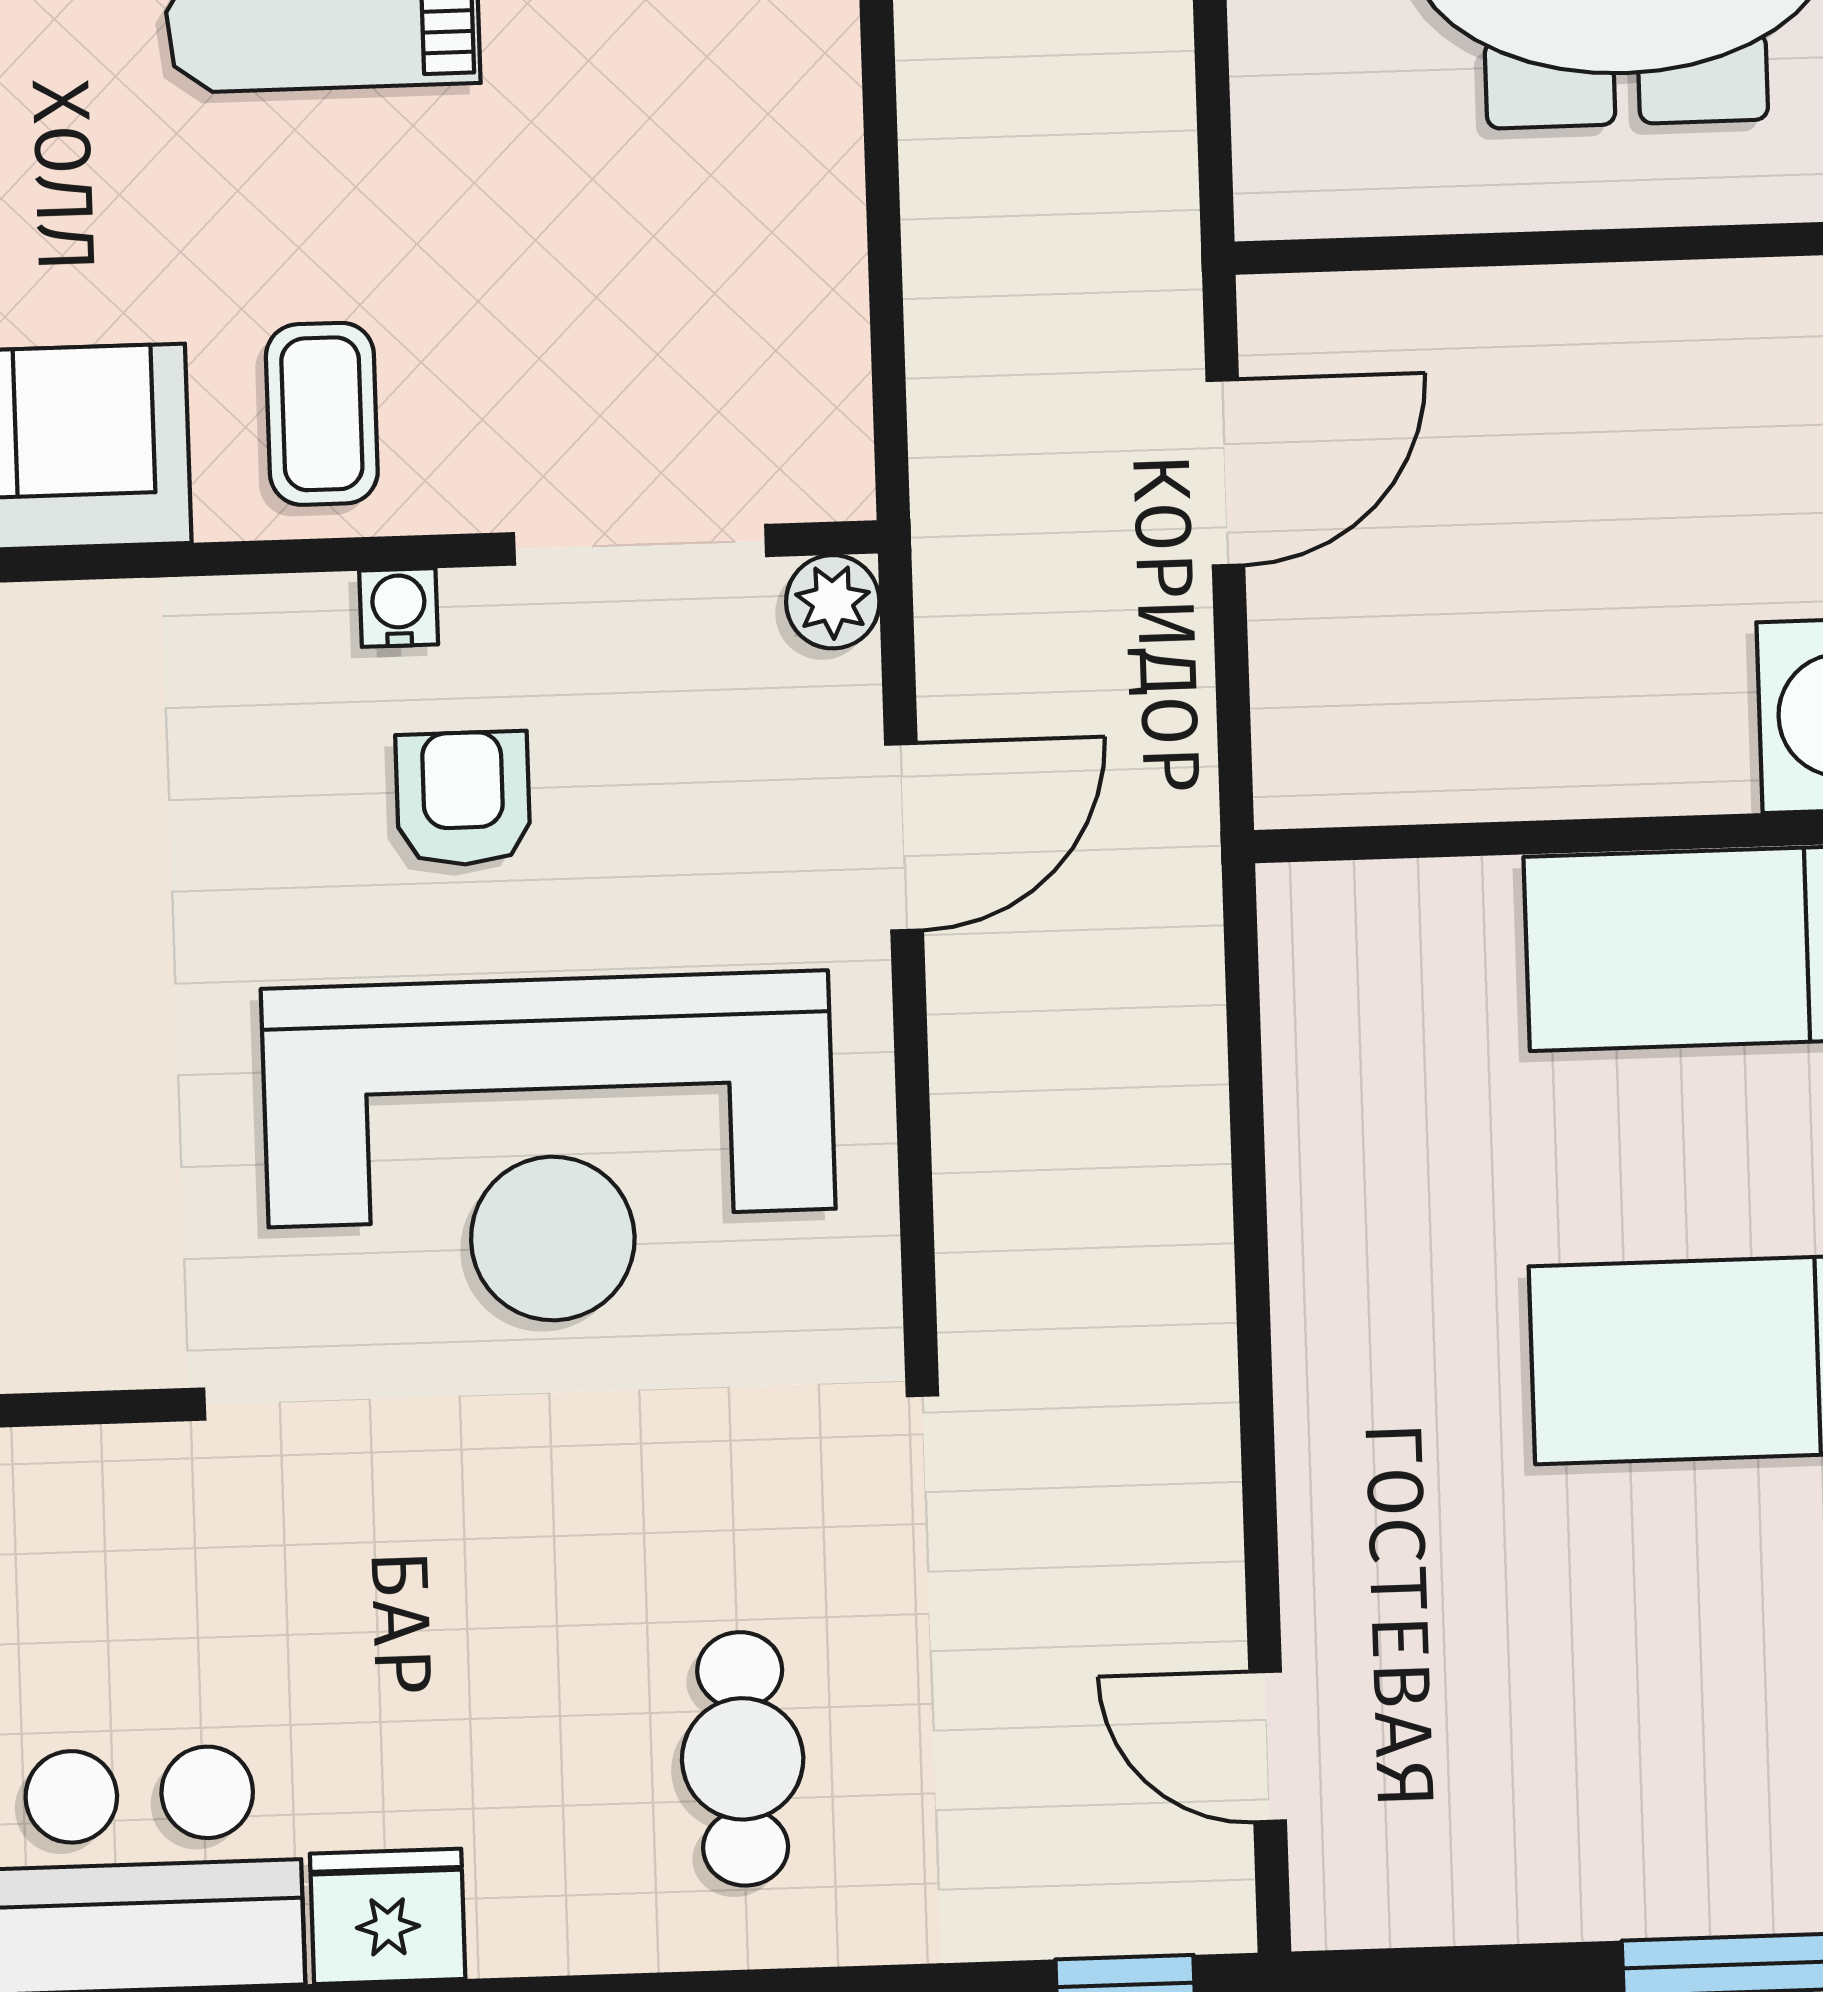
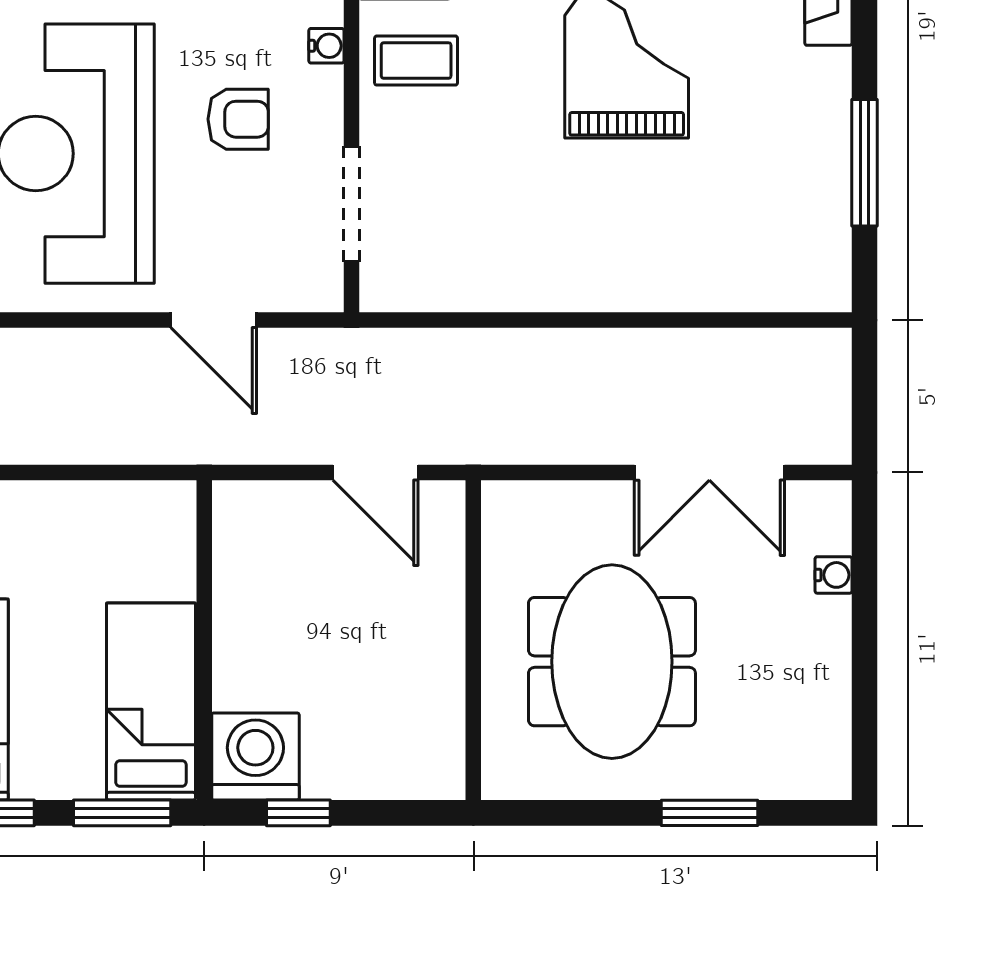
plant: (833, 602) -> (322, 291), removed
water cooler: (399, 608) -> (326, 46), moved

